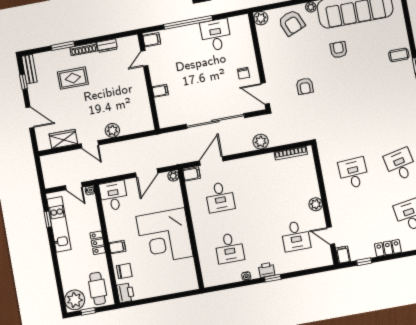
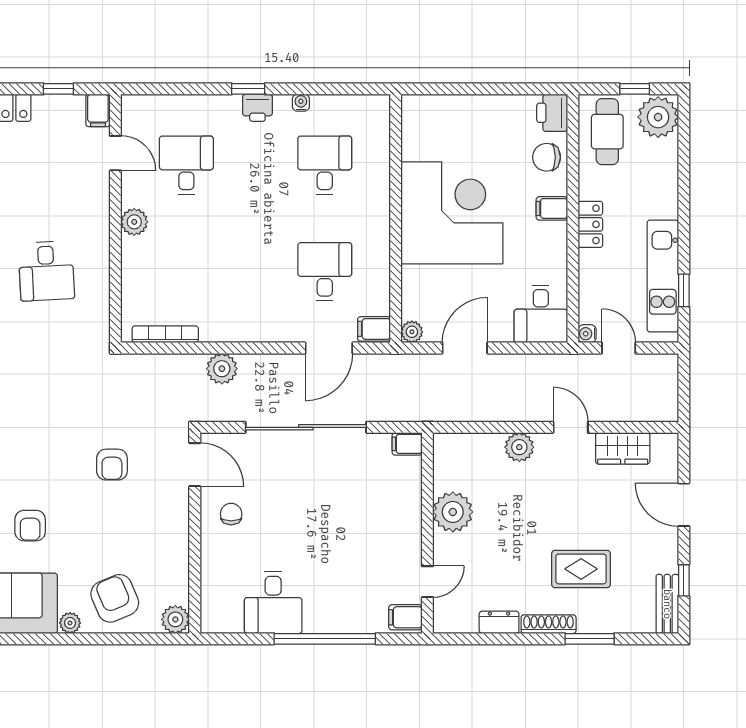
armchair: (305, 86) -> (112, 465), turned 180
filing cabinet: (160, 91) -> (407, 444), moved
plant: (138, 94) -> (453, 512), added

